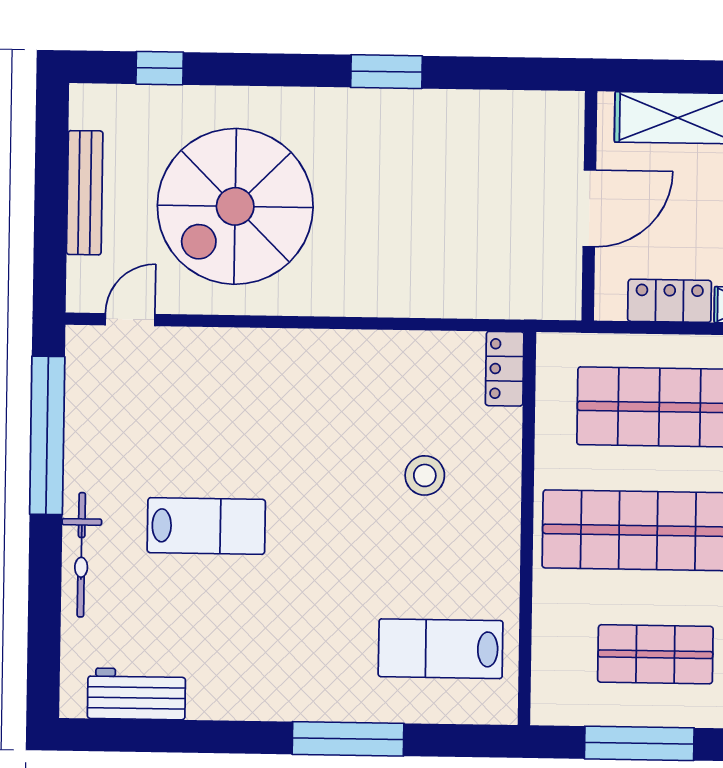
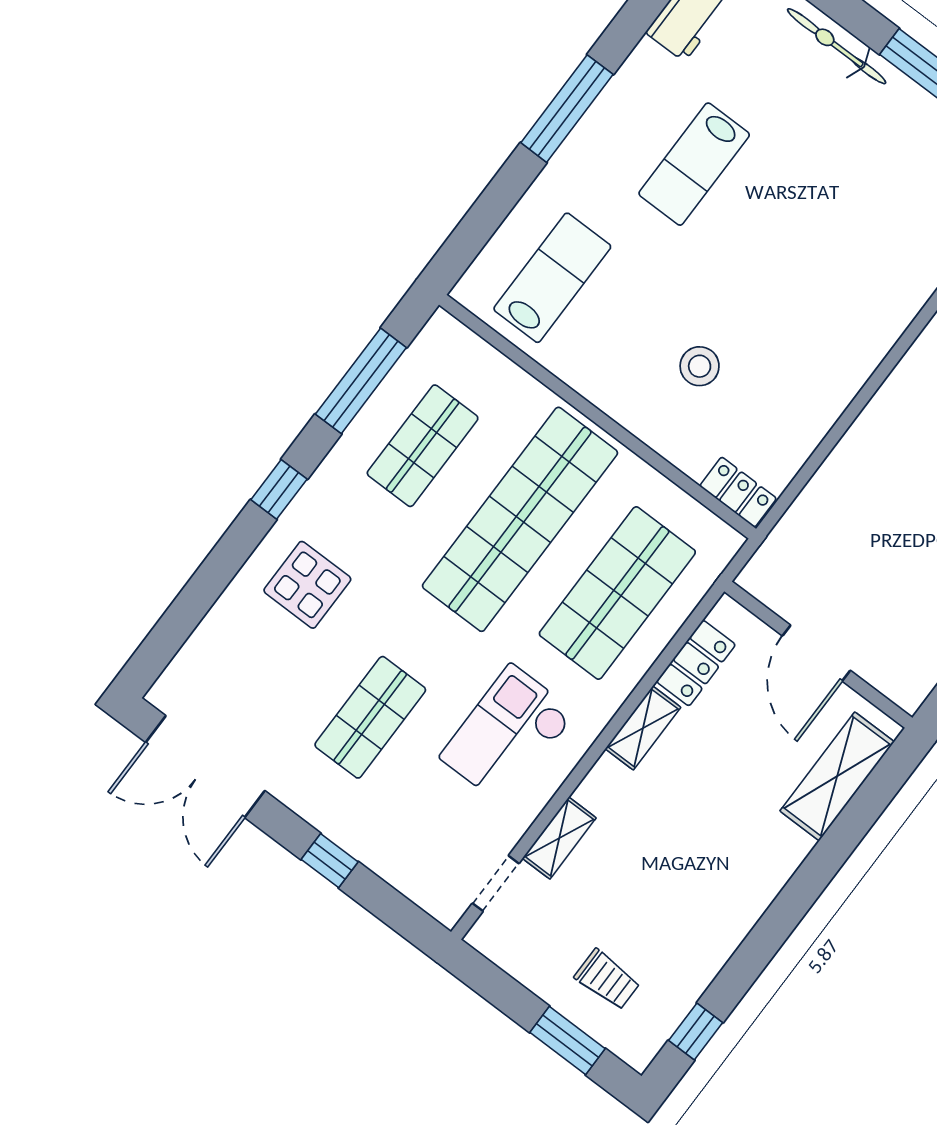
lab bench: (206, 526) -> (694, 164), moved
window: (348, 739) -> (567, 109), moved

